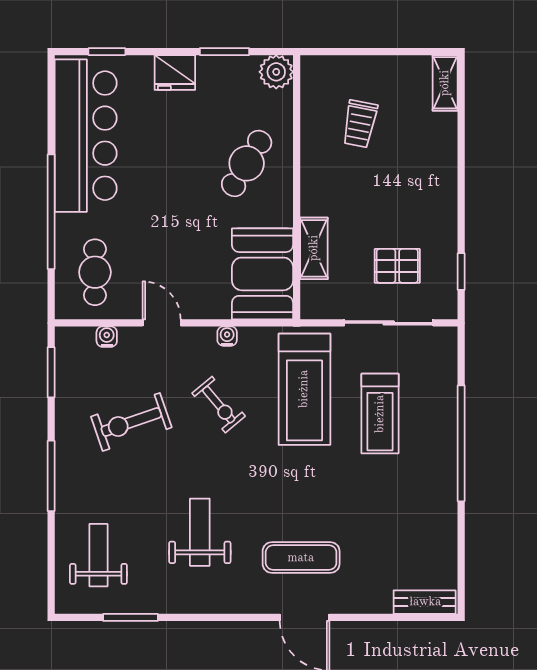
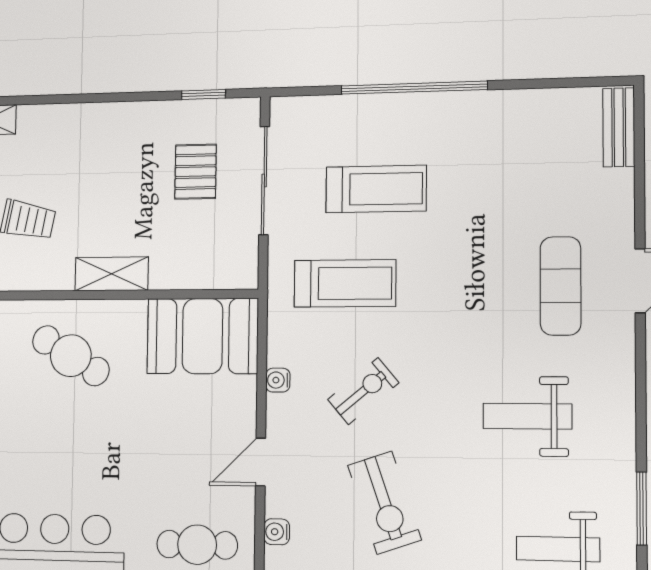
shelving: (314, 248) -> (112, 274), moved
treadmill: (304, 389) -> (345, 283), width x0.73, depth x0.73

